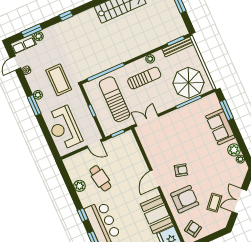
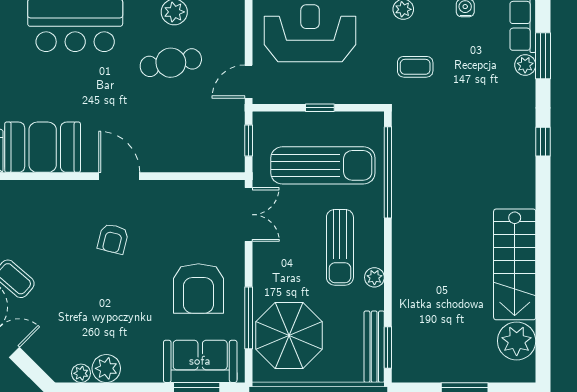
coffee table: (59, 80) -> (415, 67), width x0.54, depth x0.58
sofa: (220, 127) -> (200, 361), moved
armchair: (185, 199) -> (198, 288), moved

